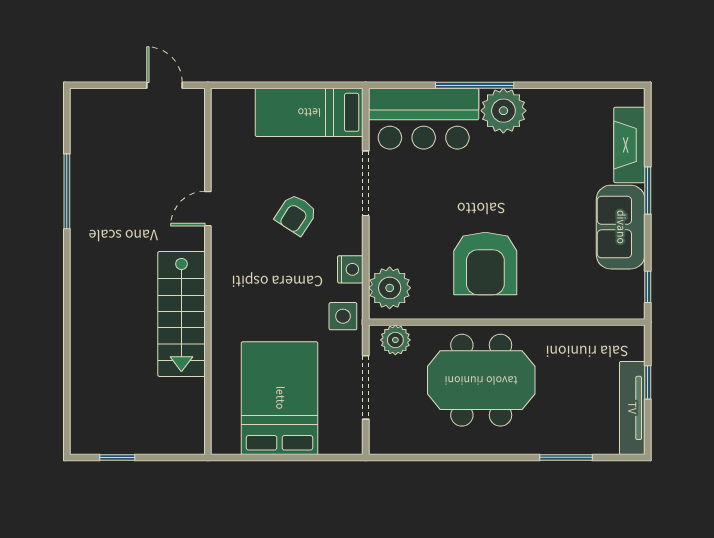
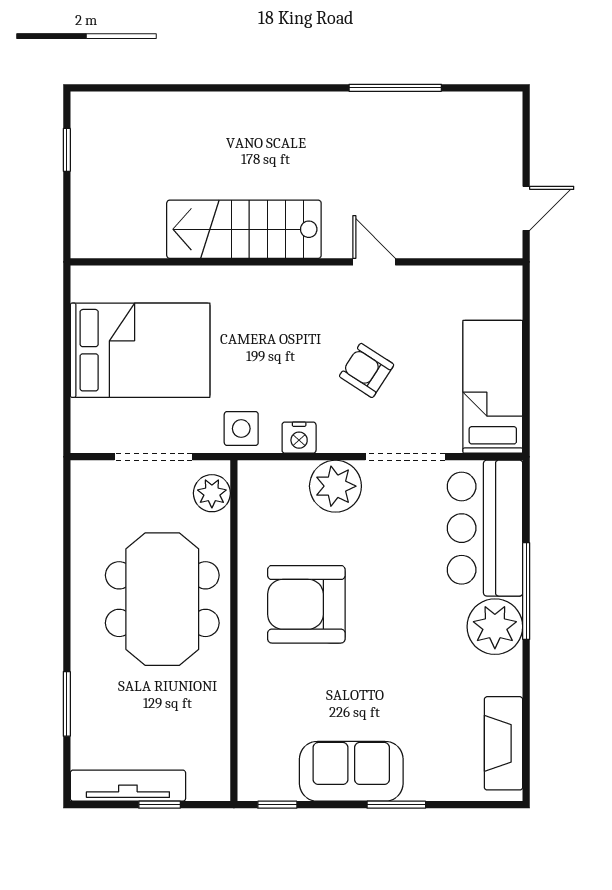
fireplace: (629, 145) -> (504, 743), moved, turned -90
plant: (390, 288) -> (335, 486), moved

